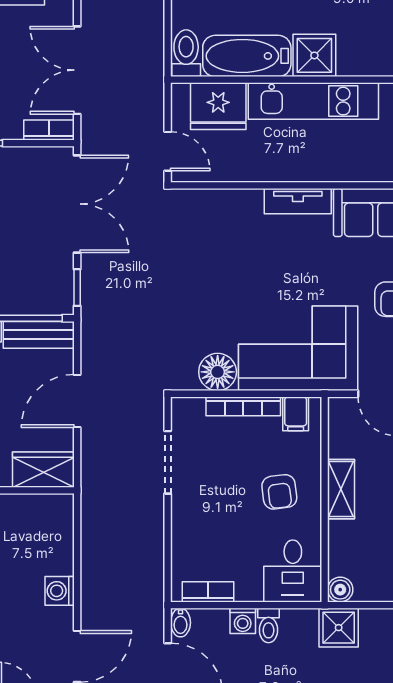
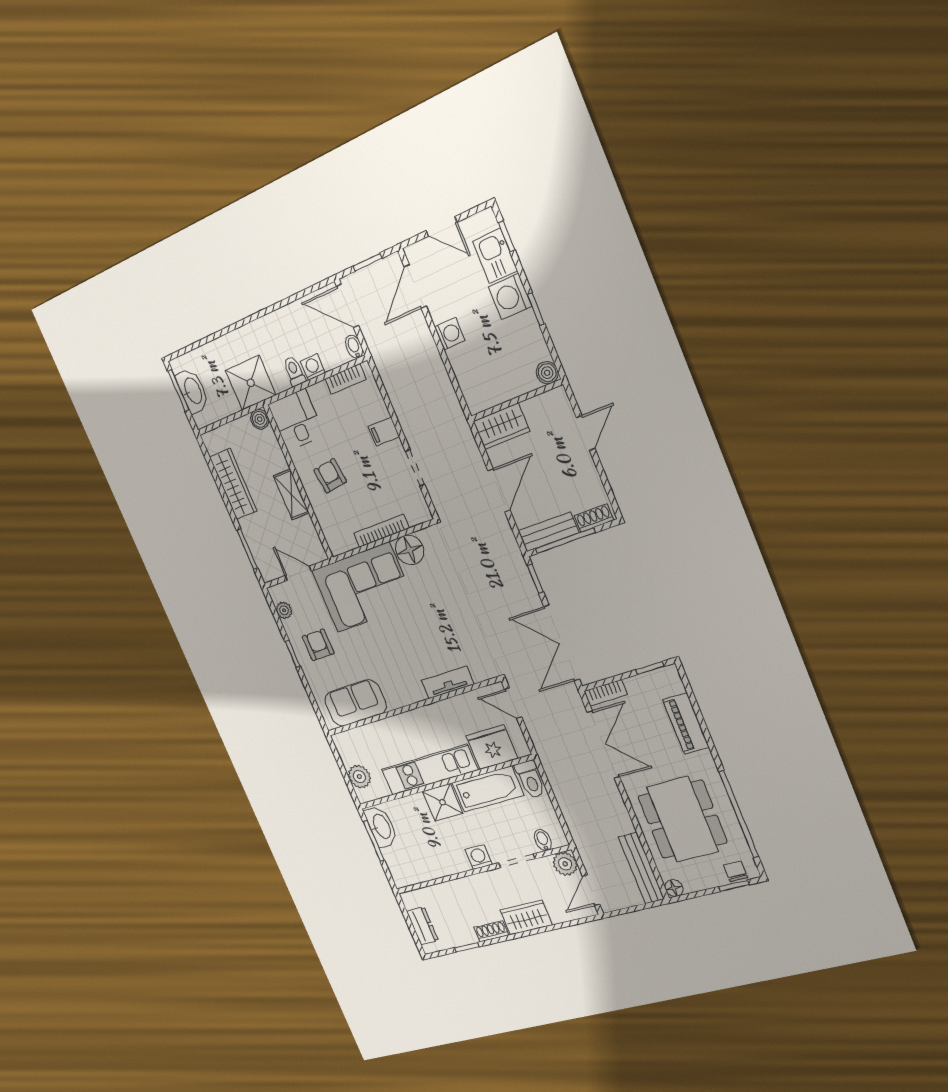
tv unit: (298, 201) -> (448, 682), moved
filing cabinet: (296, 414) -> (384, 432), moved, turned -90
doorway: (168, 462) -> (415, 468), width x0.73
shower: (339, 628) -> (251, 383), width x1.36, depth x1.36

